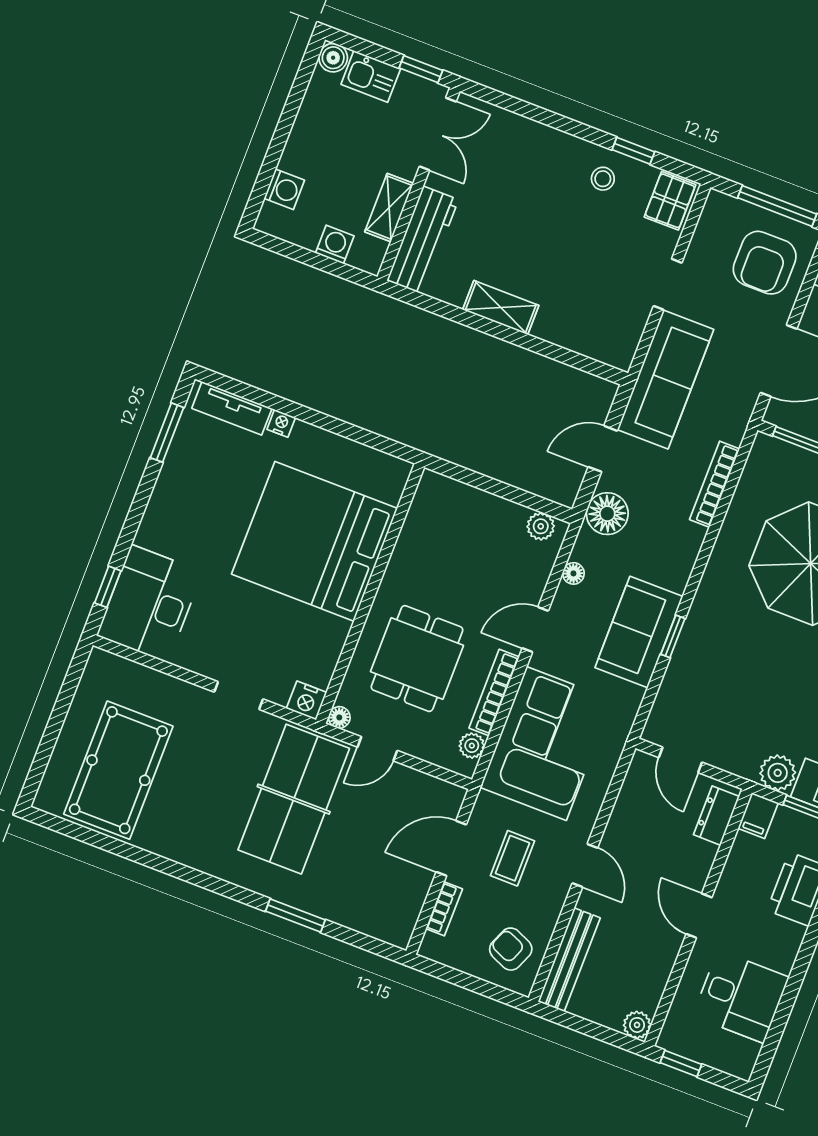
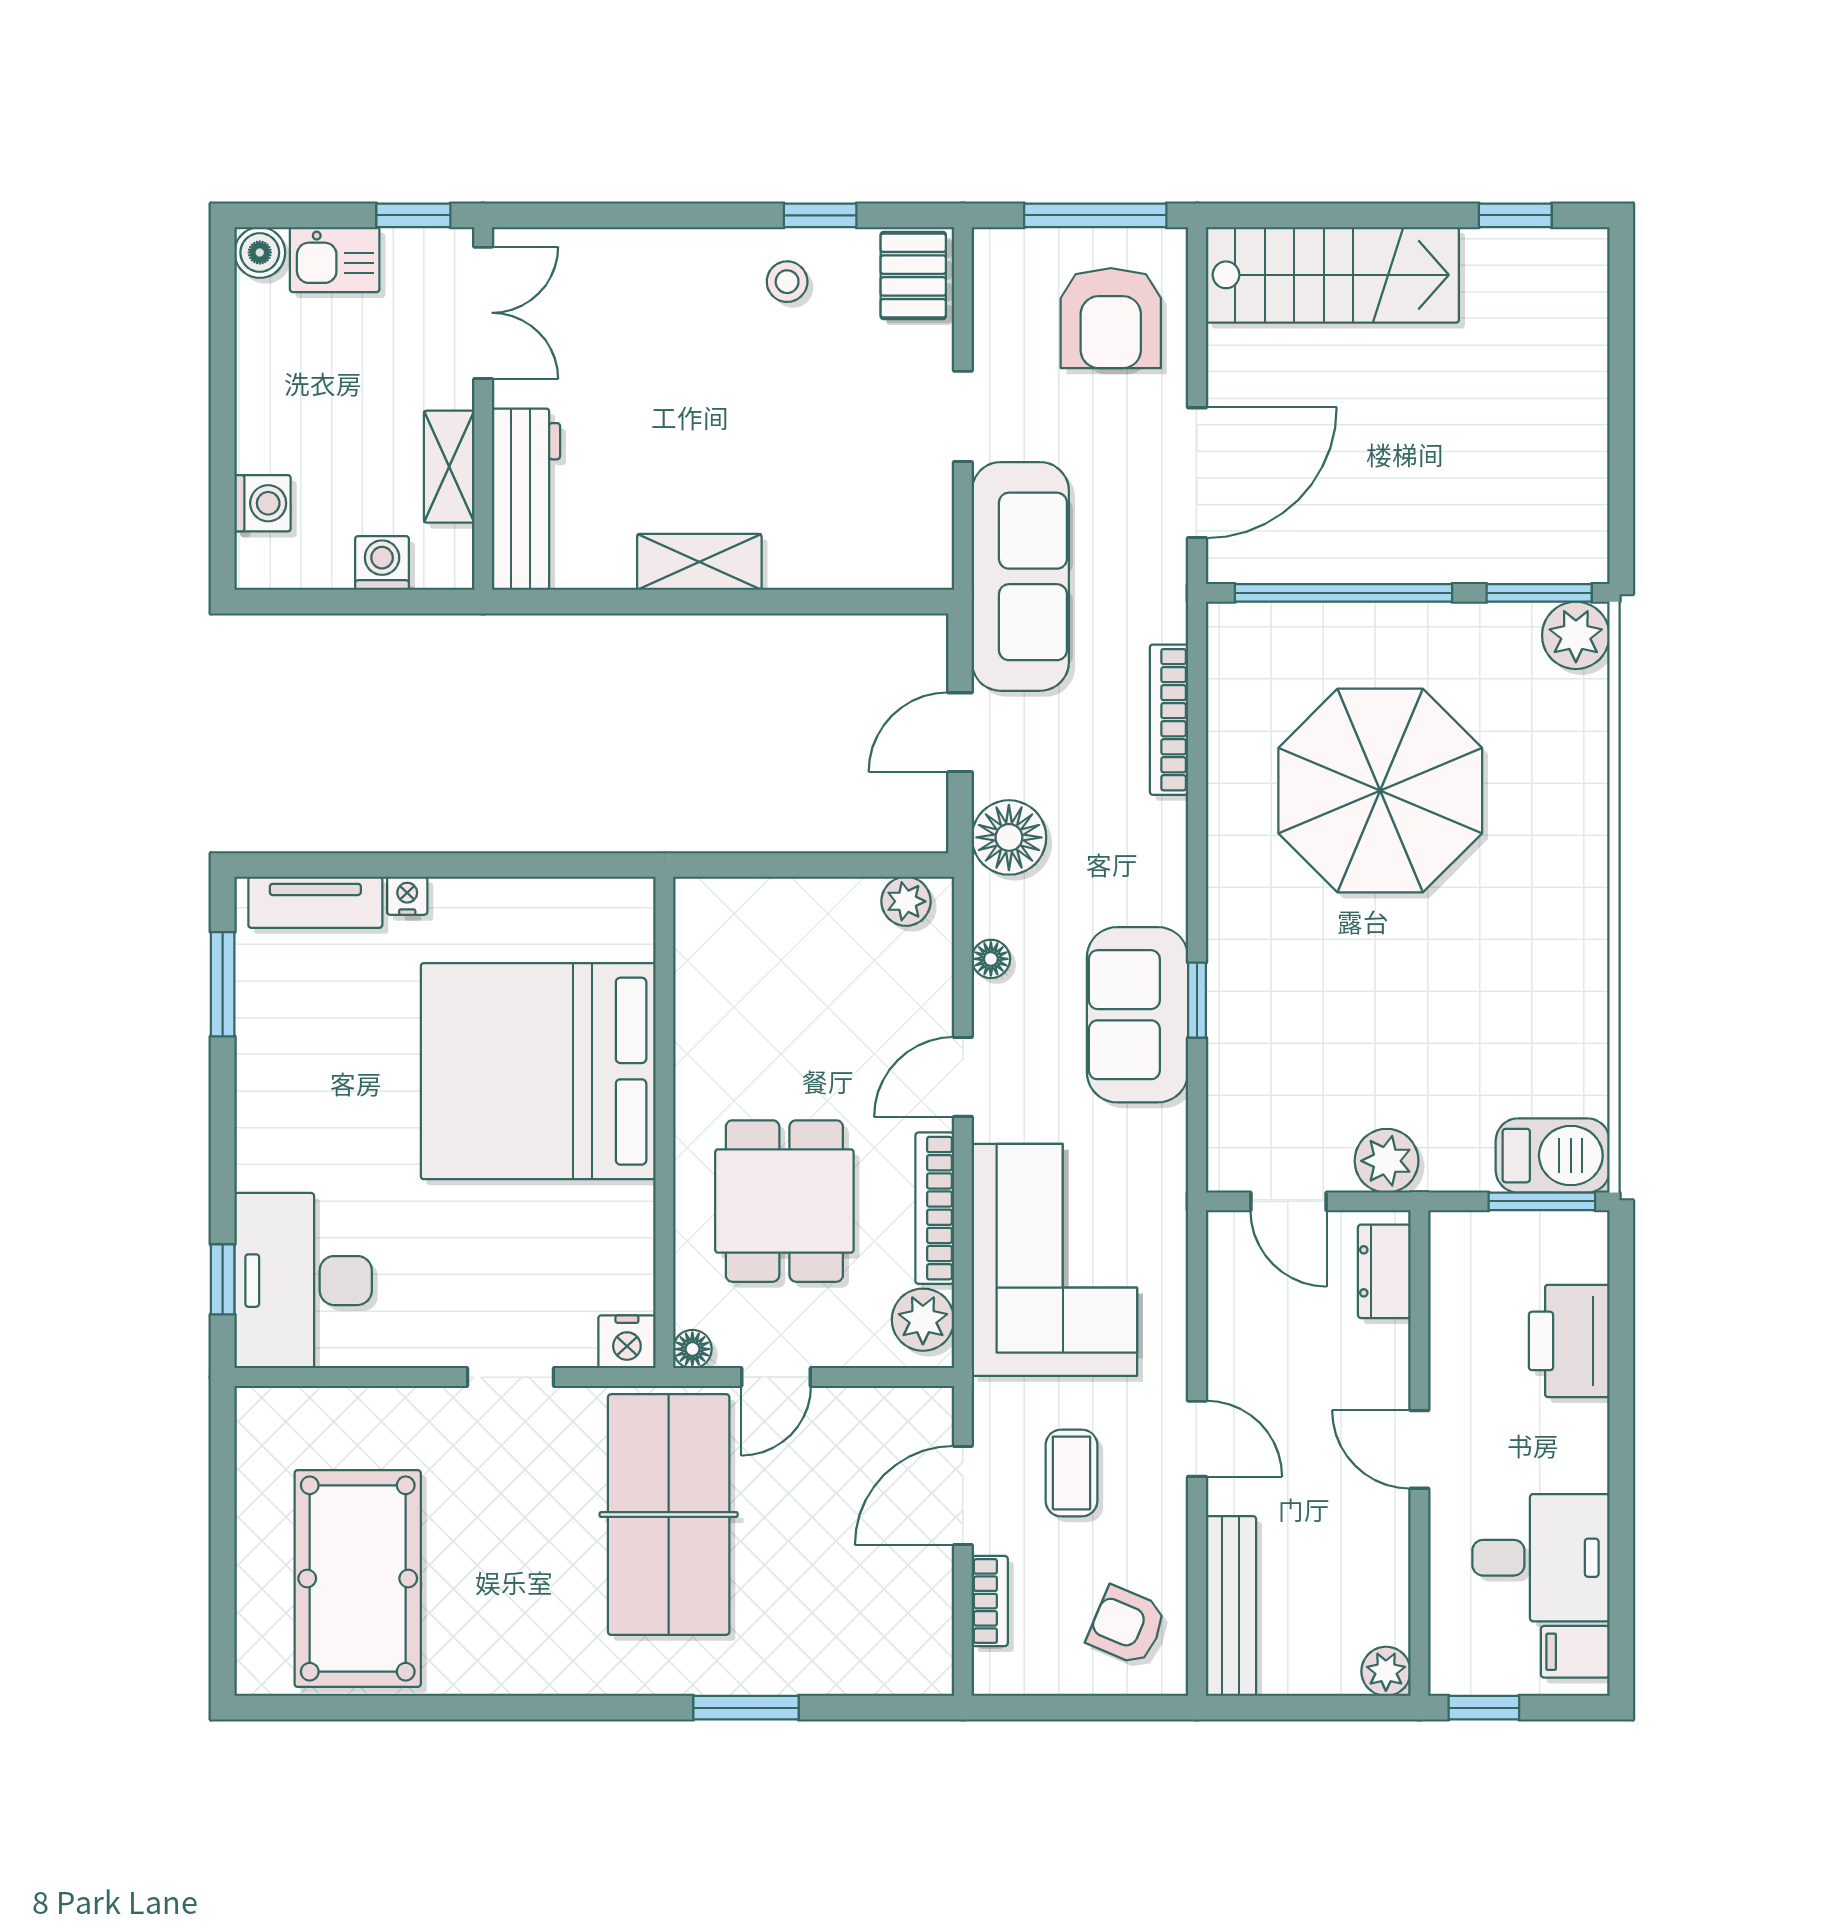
plant: (472, 746) -> (923, 1320), width x1.38, depth x1.38
plant: (778, 773) -> (1387, 1161), moved
filing cabinet: (758, 816) -> (1575, 1652), moved, turned 90

